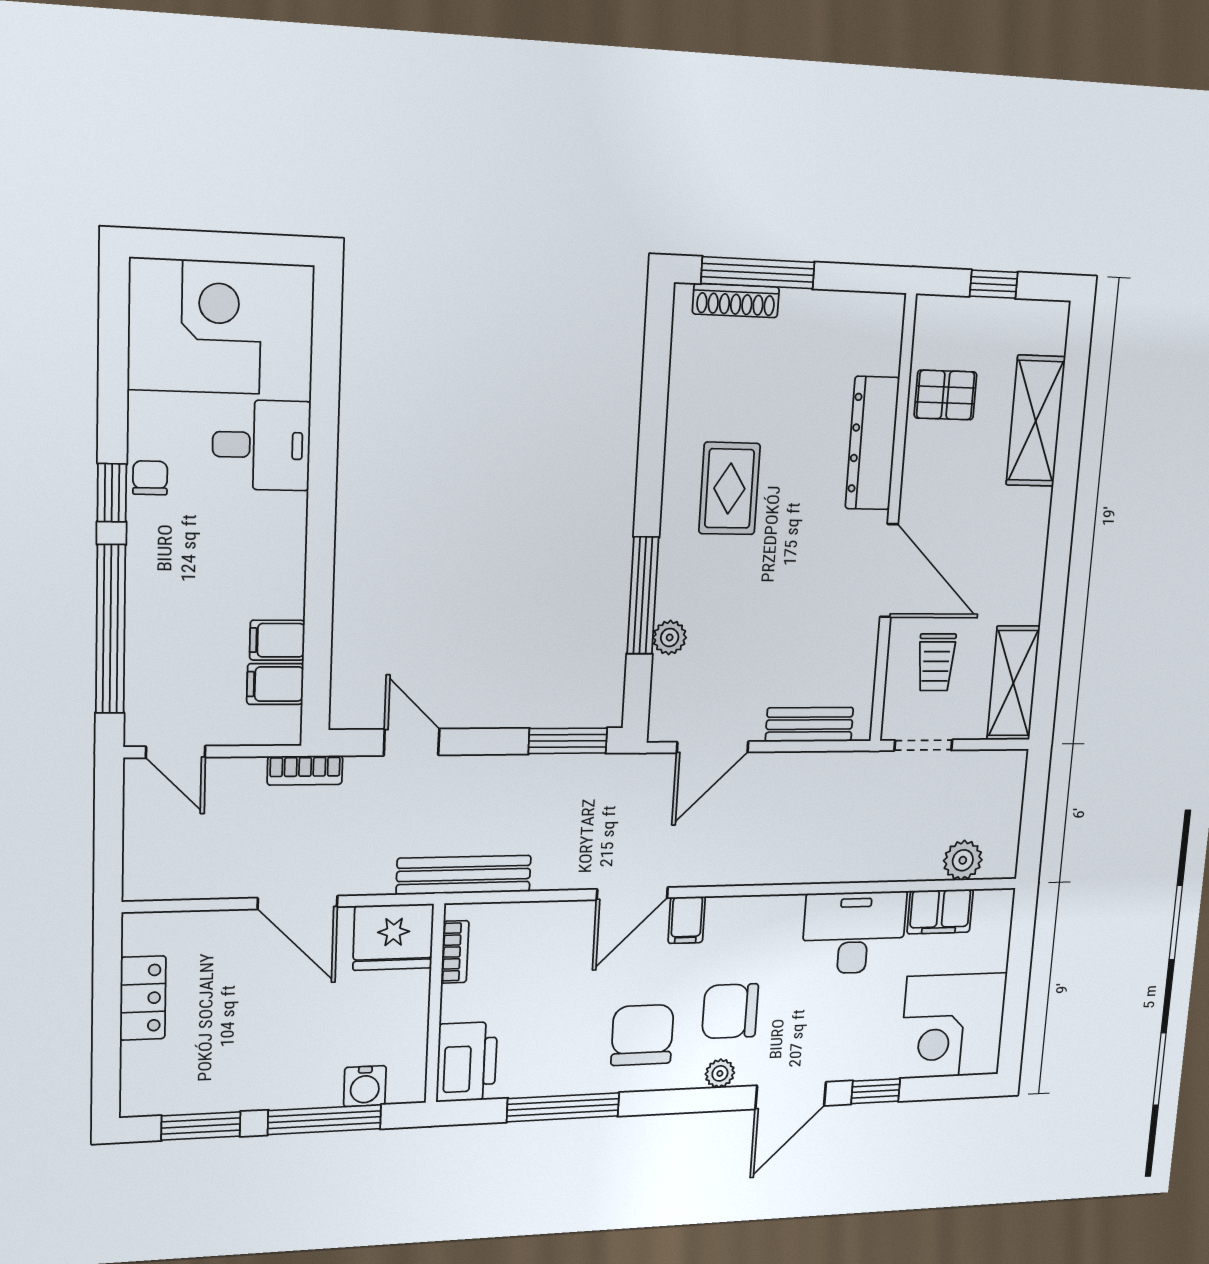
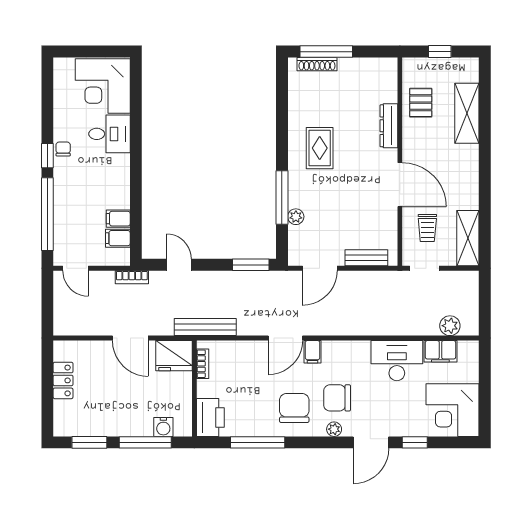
corner desk: (195, 326) -> (103, 86), moved, turned 180
pallet: (946, 395) -> (421, 103), turned 90
dresser: (872, 443) -> (389, 126), width x0.73, depth x0.80

